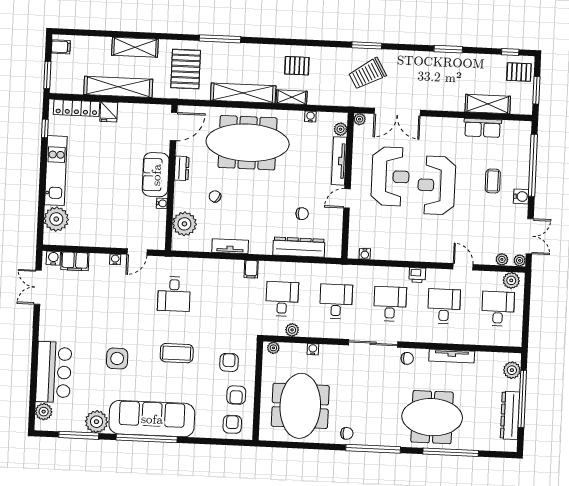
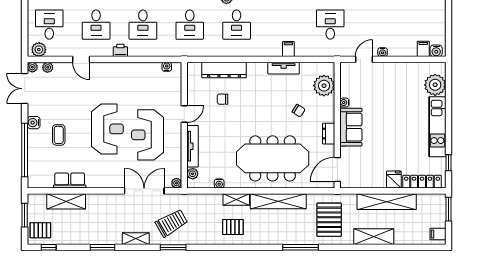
shelving: (409, 57) -> (136, 239), added
filing cabinet: (75, 261) -> (423, 49), width x0.50
filing cabinet: (251, 269) -> (288, 49), moved
double door: (38, 287) -> (449, 25), removed
desk: (498, 309) -> (49, 25), turned 180

